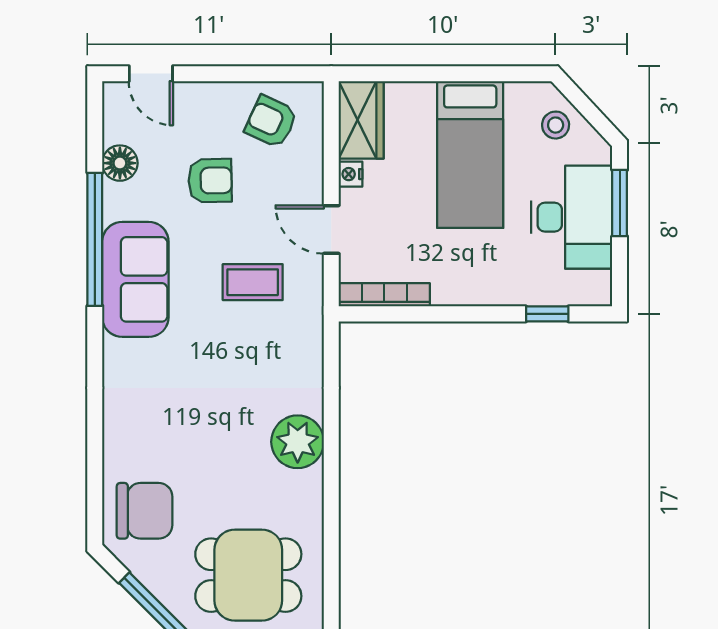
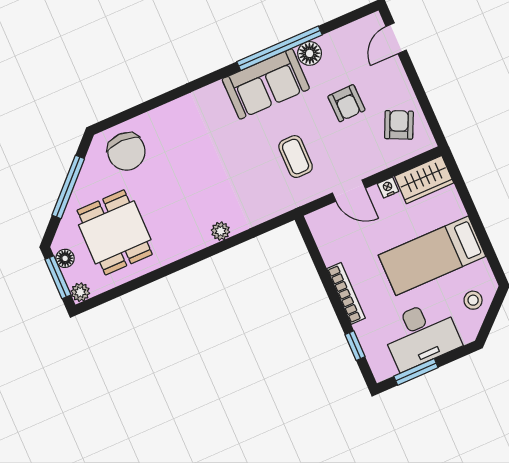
floor lamp: (120, 163) -> (310, 53), moved
window: (620, 203) -> (416, 372), moved
door: (331, 229) -> (349, 191), swing flipped
bookcase: (384, 295) -> (346, 293), moved
plant: (298, 442) -> (221, 231), width x0.53, depth x0.53

